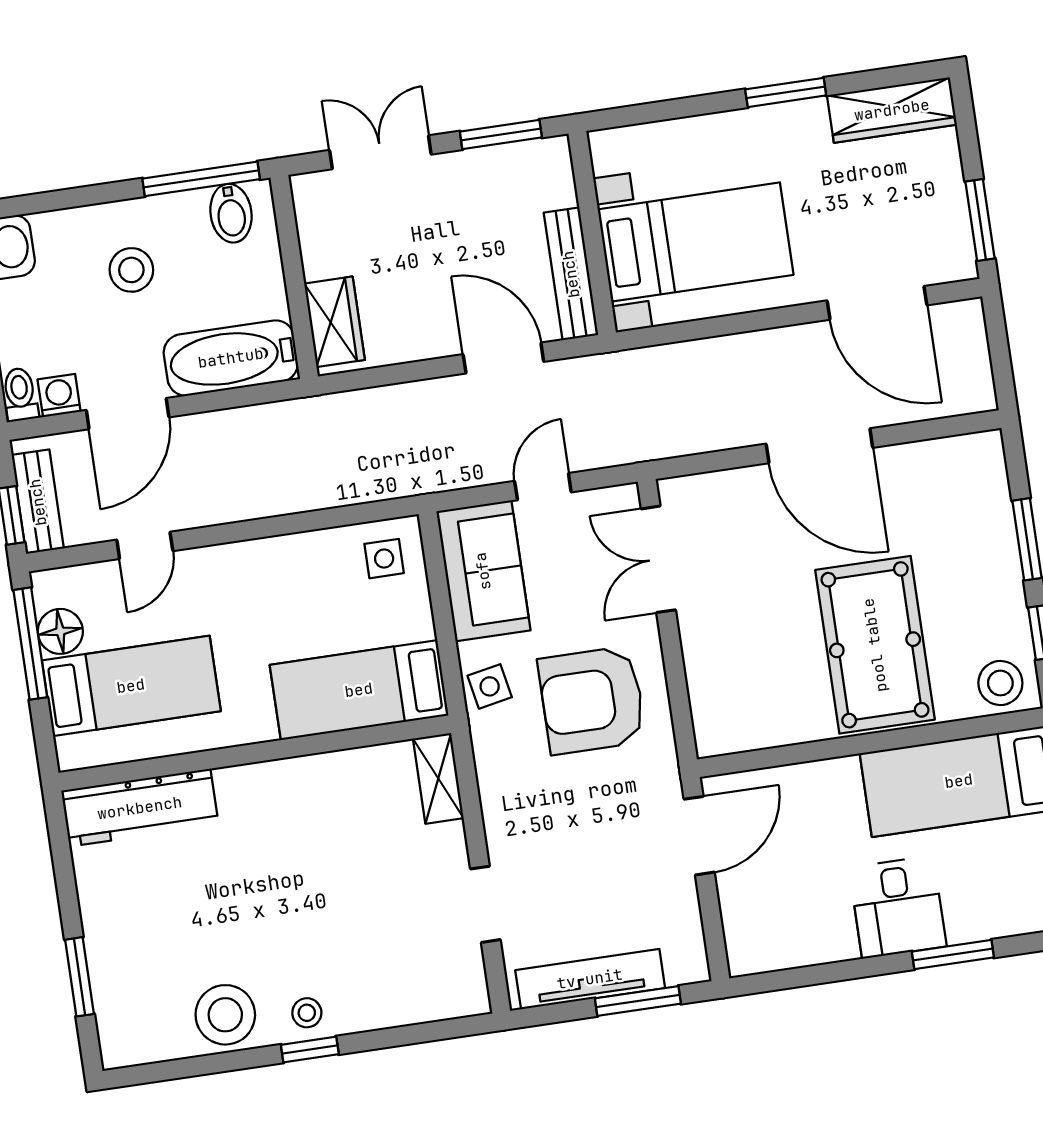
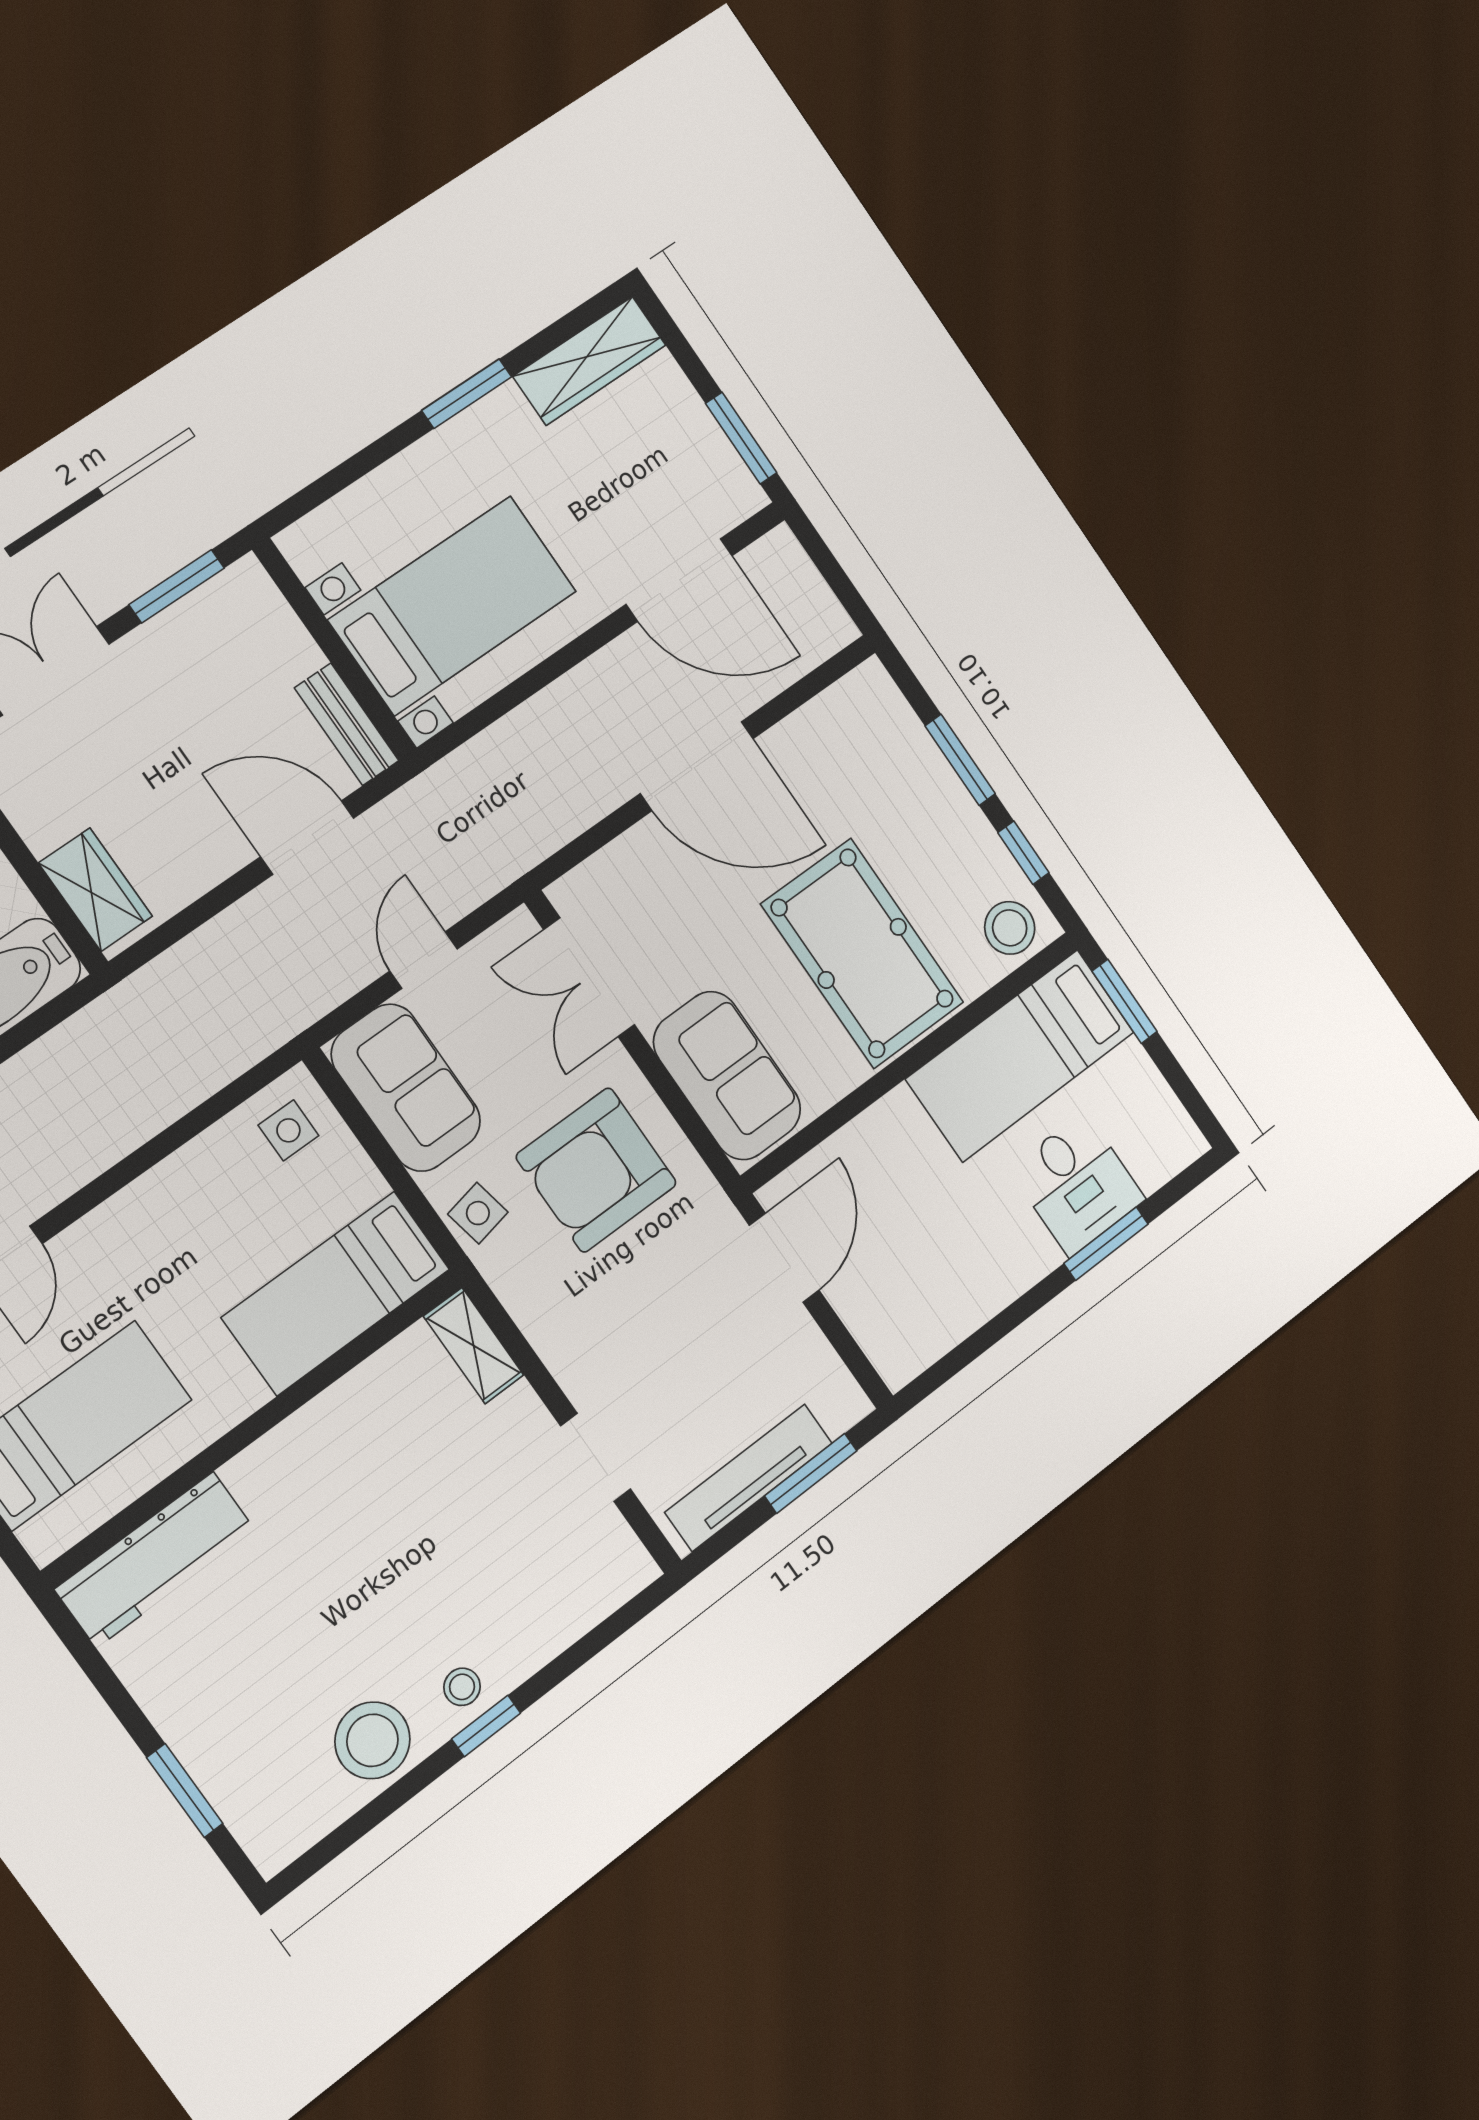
bench: (571, 274) -> (347, 724), width x0.73
sofa: (725, 682) -> (727, 1076), added
desk: (898, 907) -> (1077, 1184), moved

